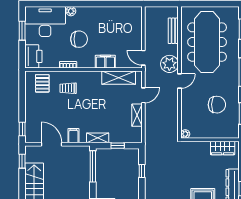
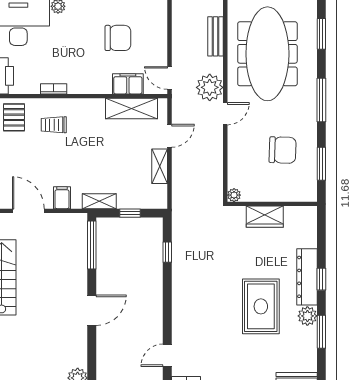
chair: (79, 39) -> (118, 38), moved
filing cabinet: (105, 62) -> (128, 84), moved
wardrobe: (223, 148) -> (265, 217), moved

